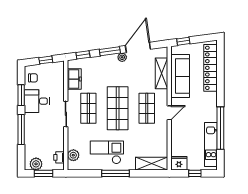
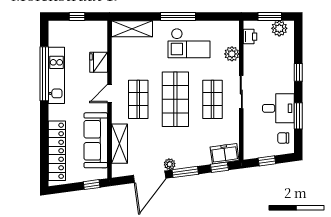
freezer: (74, 79) -> (225, 154), moved, turned 82
window: (21, 129) -> (298, 72), width x0.46
kitchen unit: (211, 145) -> (56, 75), moved
plant: (73, 155) -> (232, 54), moved
fridge: (179, 163) -> (99, 62), moved, turned 90

